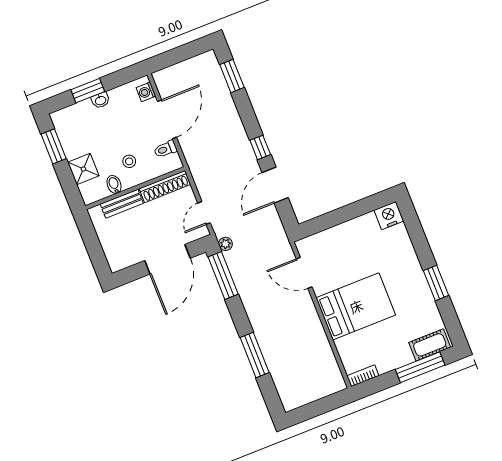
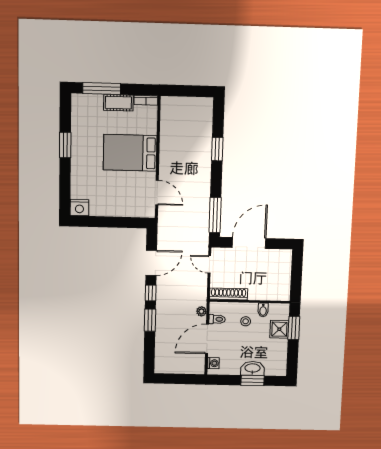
window: (232, 76) -> (150, 320), moved
washbasin: (100, 100) -> (253, 368), width x1.91, depth x1.45
window: (54, 146) -> (294, 328), moved
bench: (122, 204) -> (264, 295), removed
door: (204, 213) -> (209, 264), swing flipped
plant: (225, 244) -> (201, 311), moved
cot: (430, 345) -> (118, 103), moved
window: (255, 355) -> (217, 149), width x0.69

